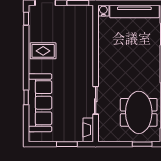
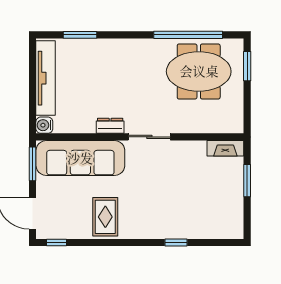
dresser: (103, 54) -> (110, 126), added
sliding door: (96, 100) -> (149, 137), moved
sofa: (40, 103) -> (80, 158), moved, turned 180

